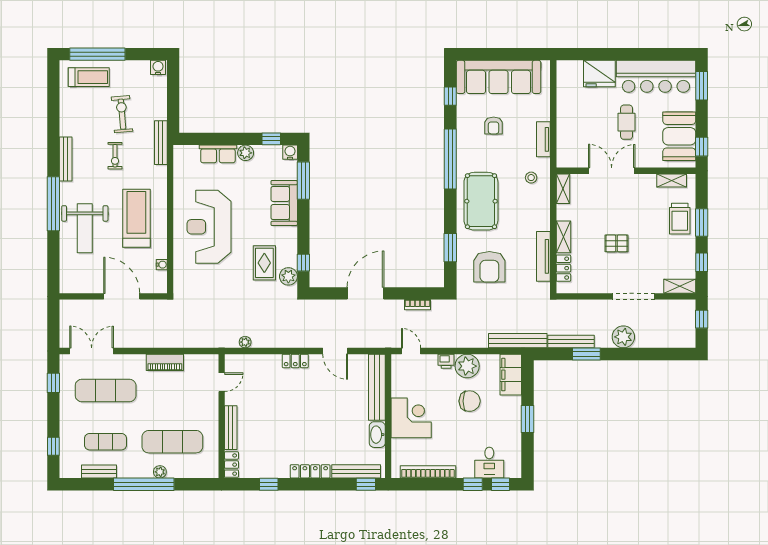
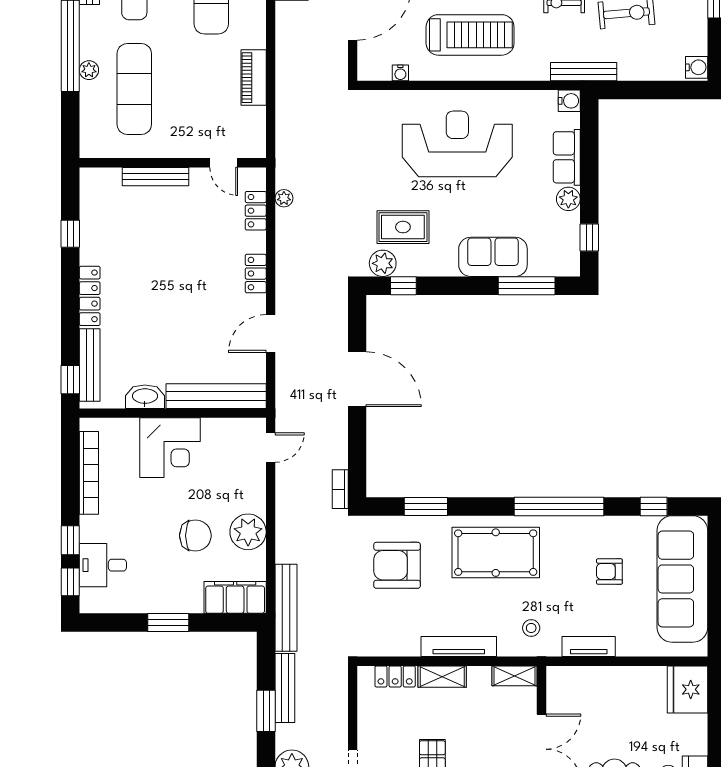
fridge: (599, 74) -> (688, 689), moved
water cooler: (290, 152) -> (569, 101), moved
tv unit: (543, 256) -> (459, 646), moved
bookcase: (418, 305) -> (340, 489), moved
printer: (446, 361) -> (255, 500), removed
chair: (470, 401) -> (195, 536), turned -90
locker: (231, 465) -> (256, 211), moved, turned 90

